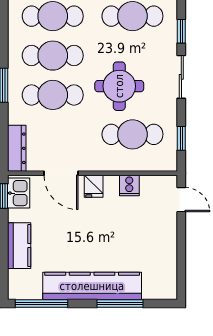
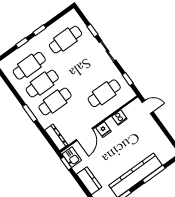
round table: (119, 86) -> (82, 76), removed
door: (61, 173) -> (85, 134), hinge flipped

